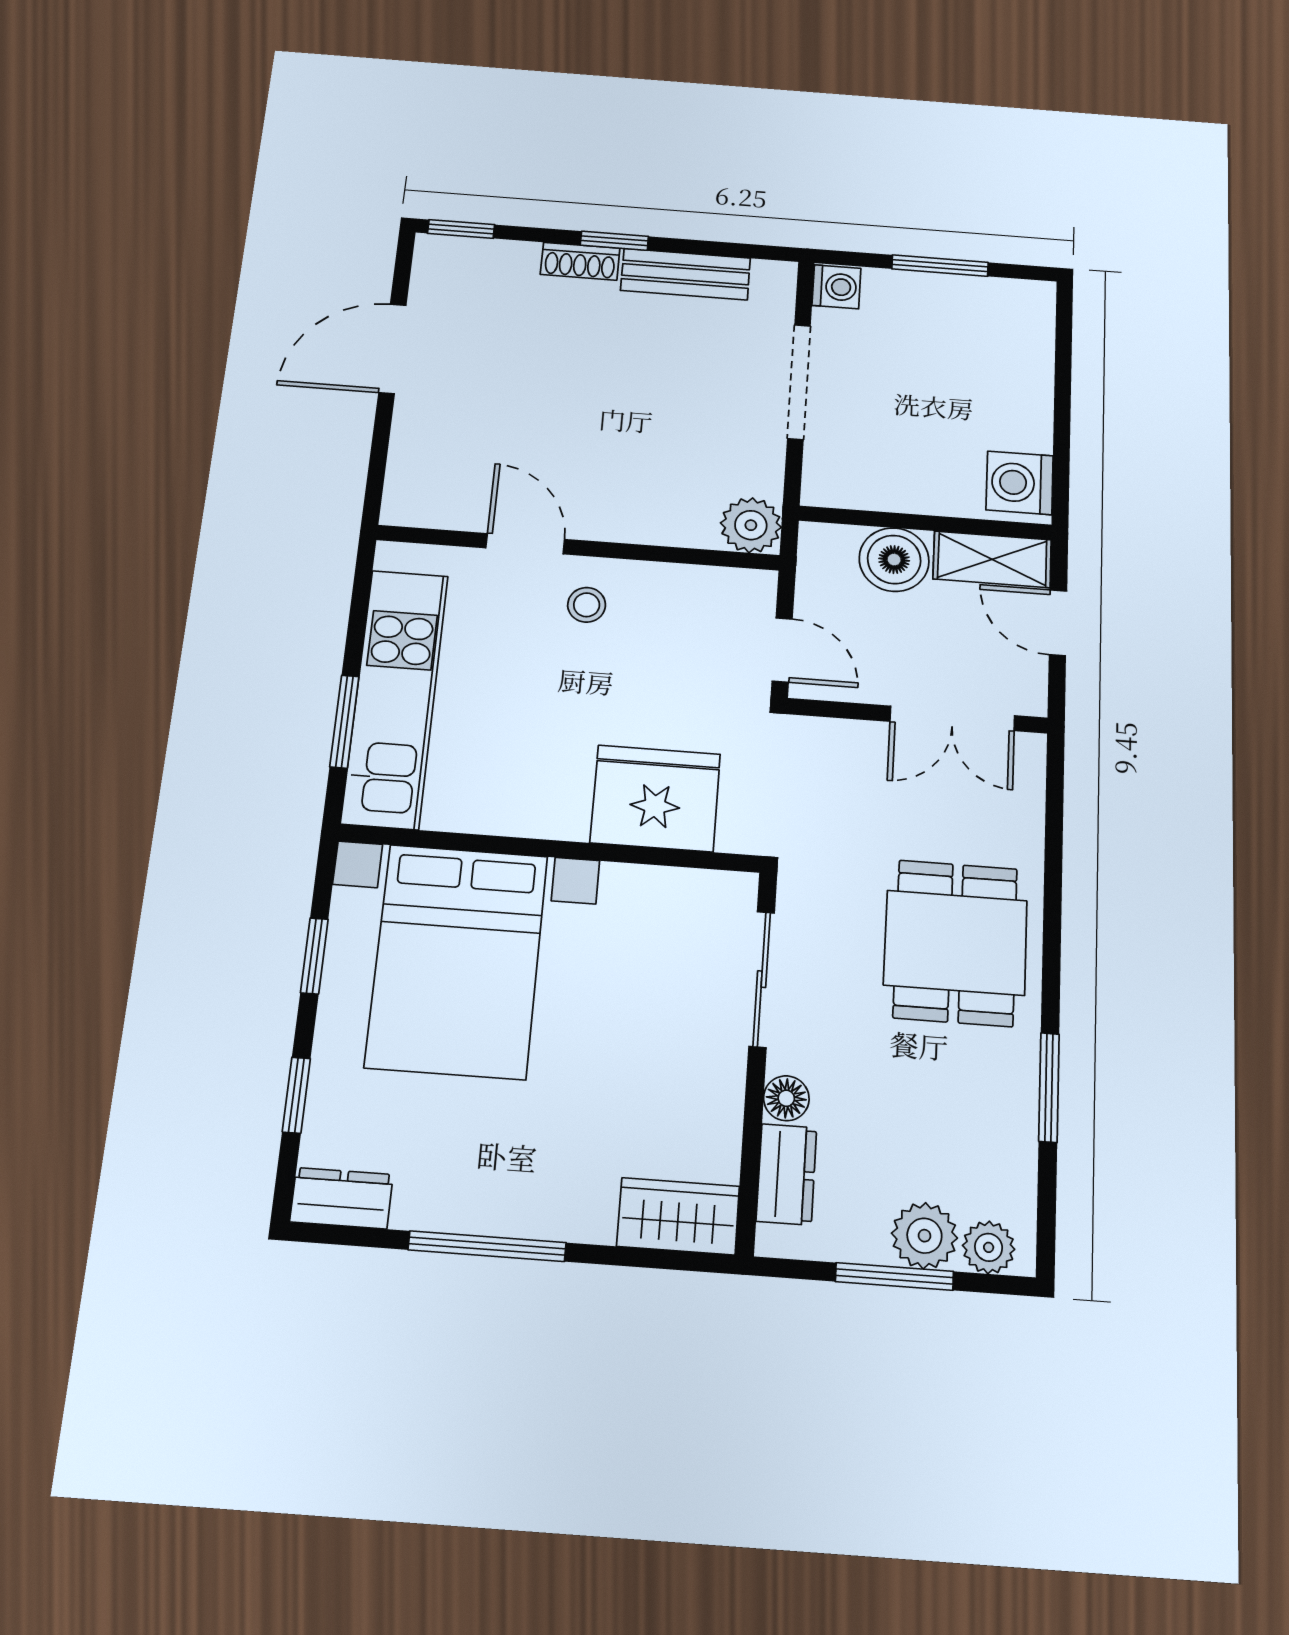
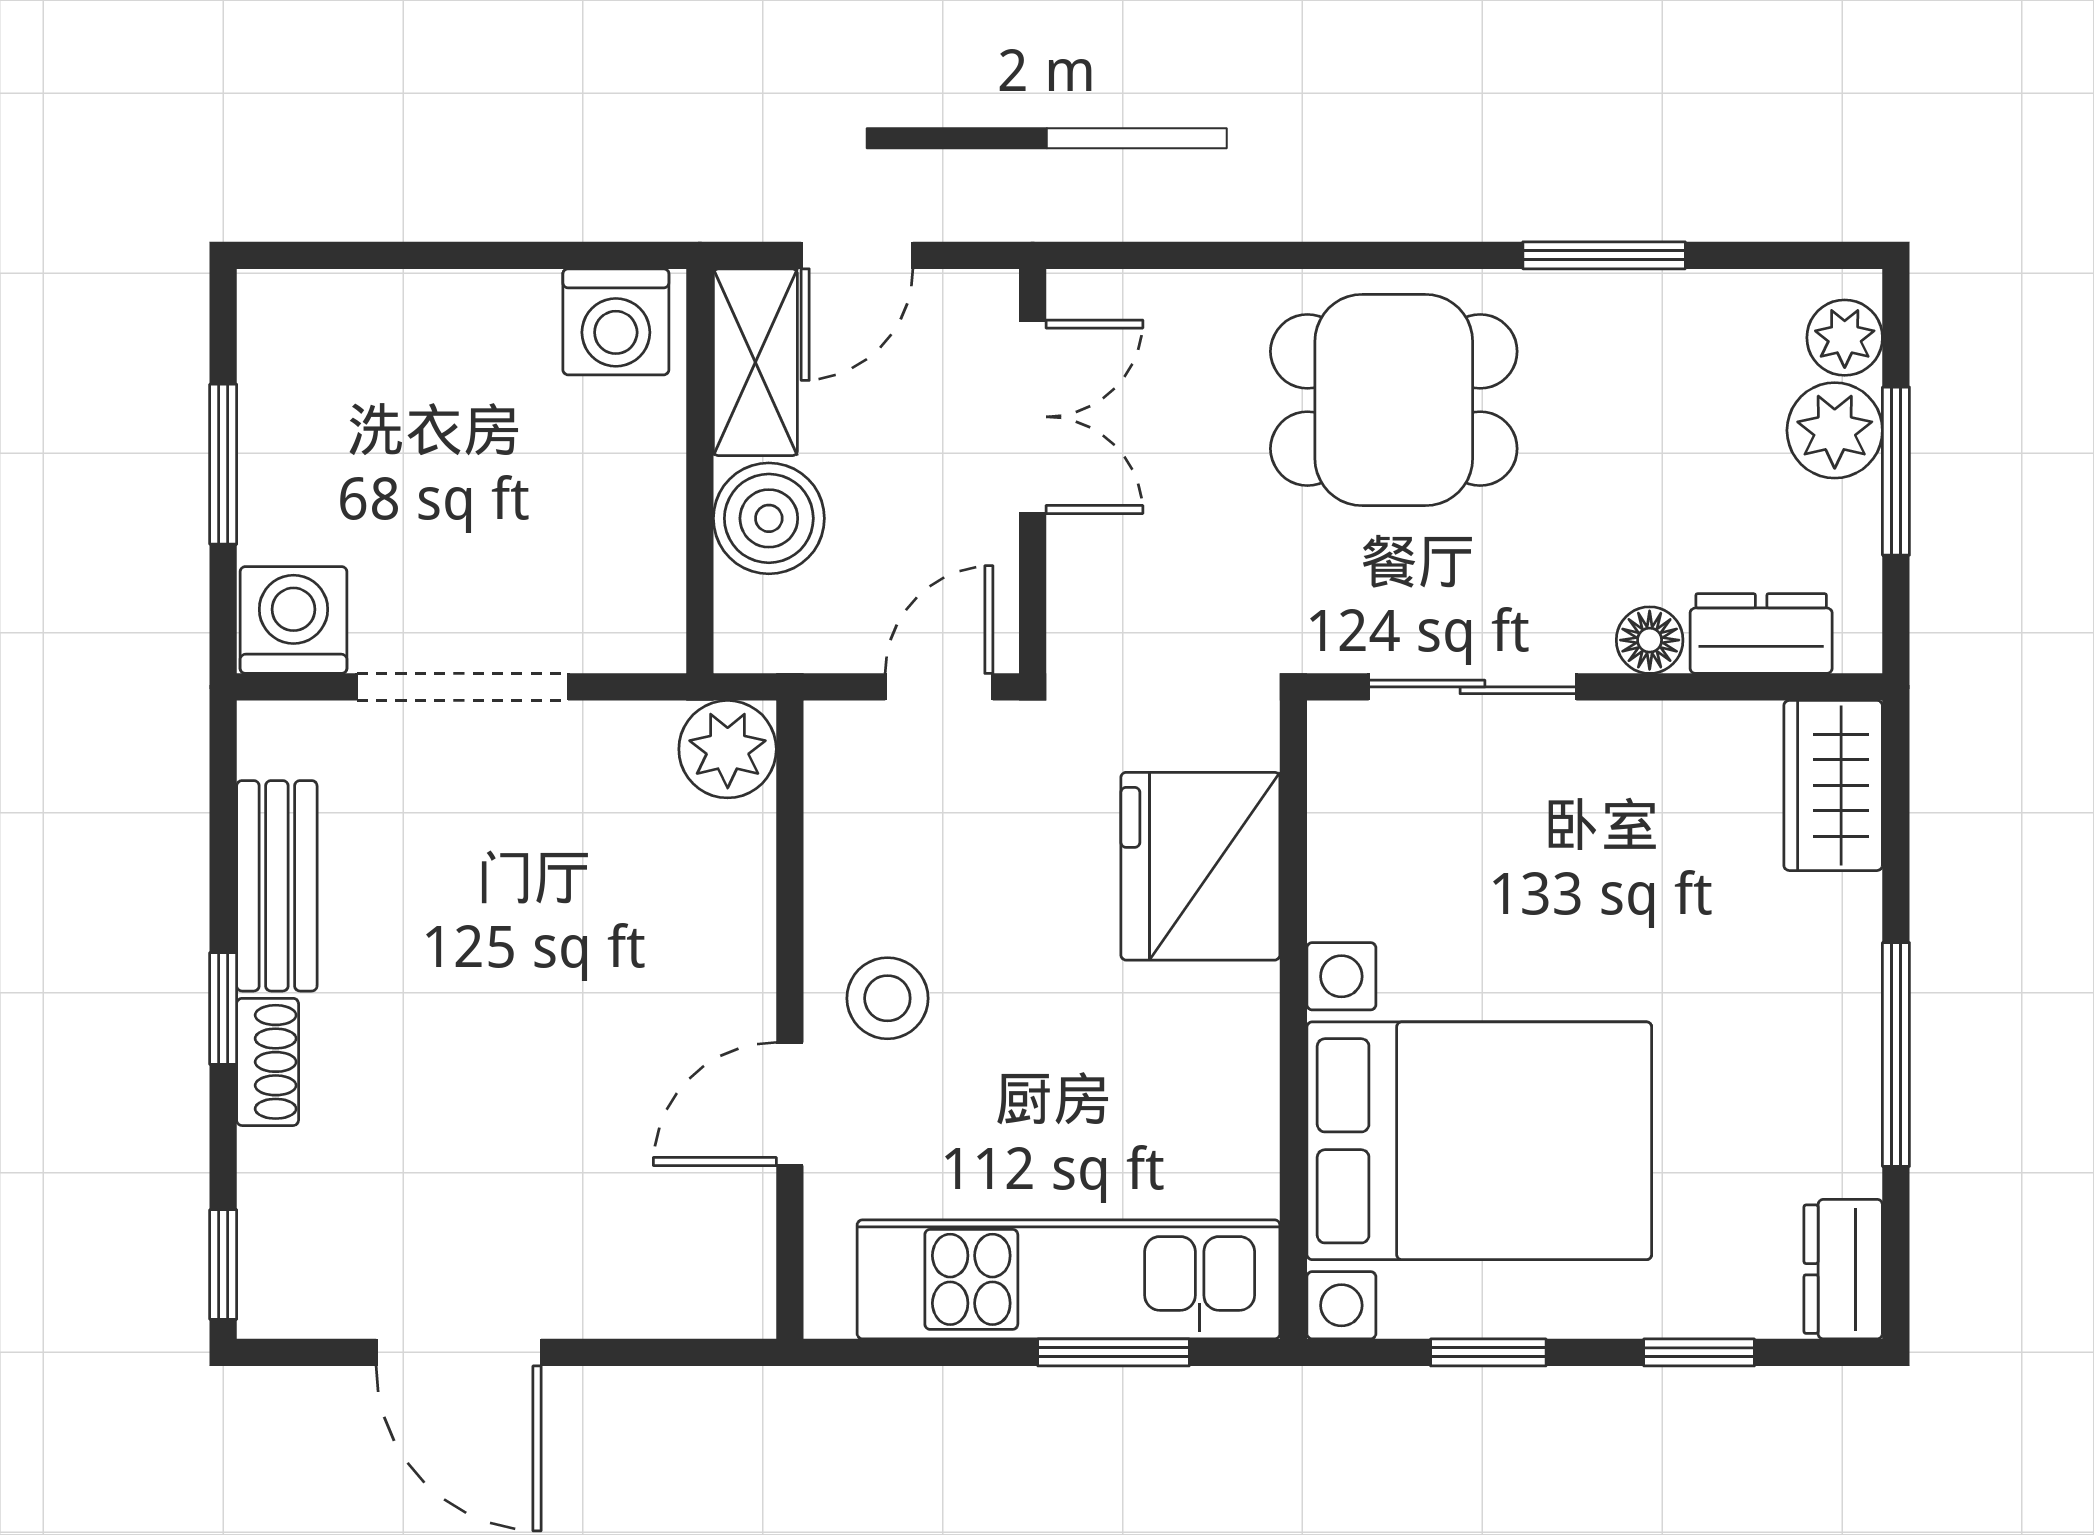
washing machine: (836, 287) -> (293, 620), width x1.38, depth x1.38
stool: (587, 605) -> (887, 998), width x1.37, depth x1.37

